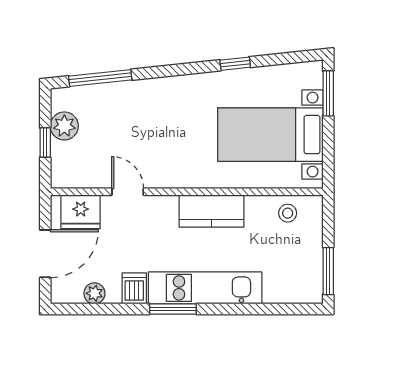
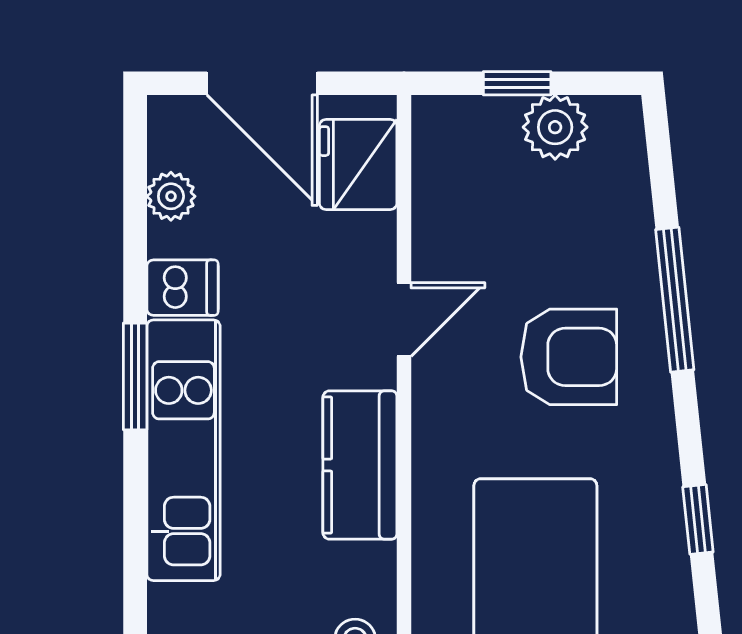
window: (100, 78) -> (675, 300), moved
armchair: (164, 120) -> (569, 357), added
door: (128, 192) -> (404, 319), moved

